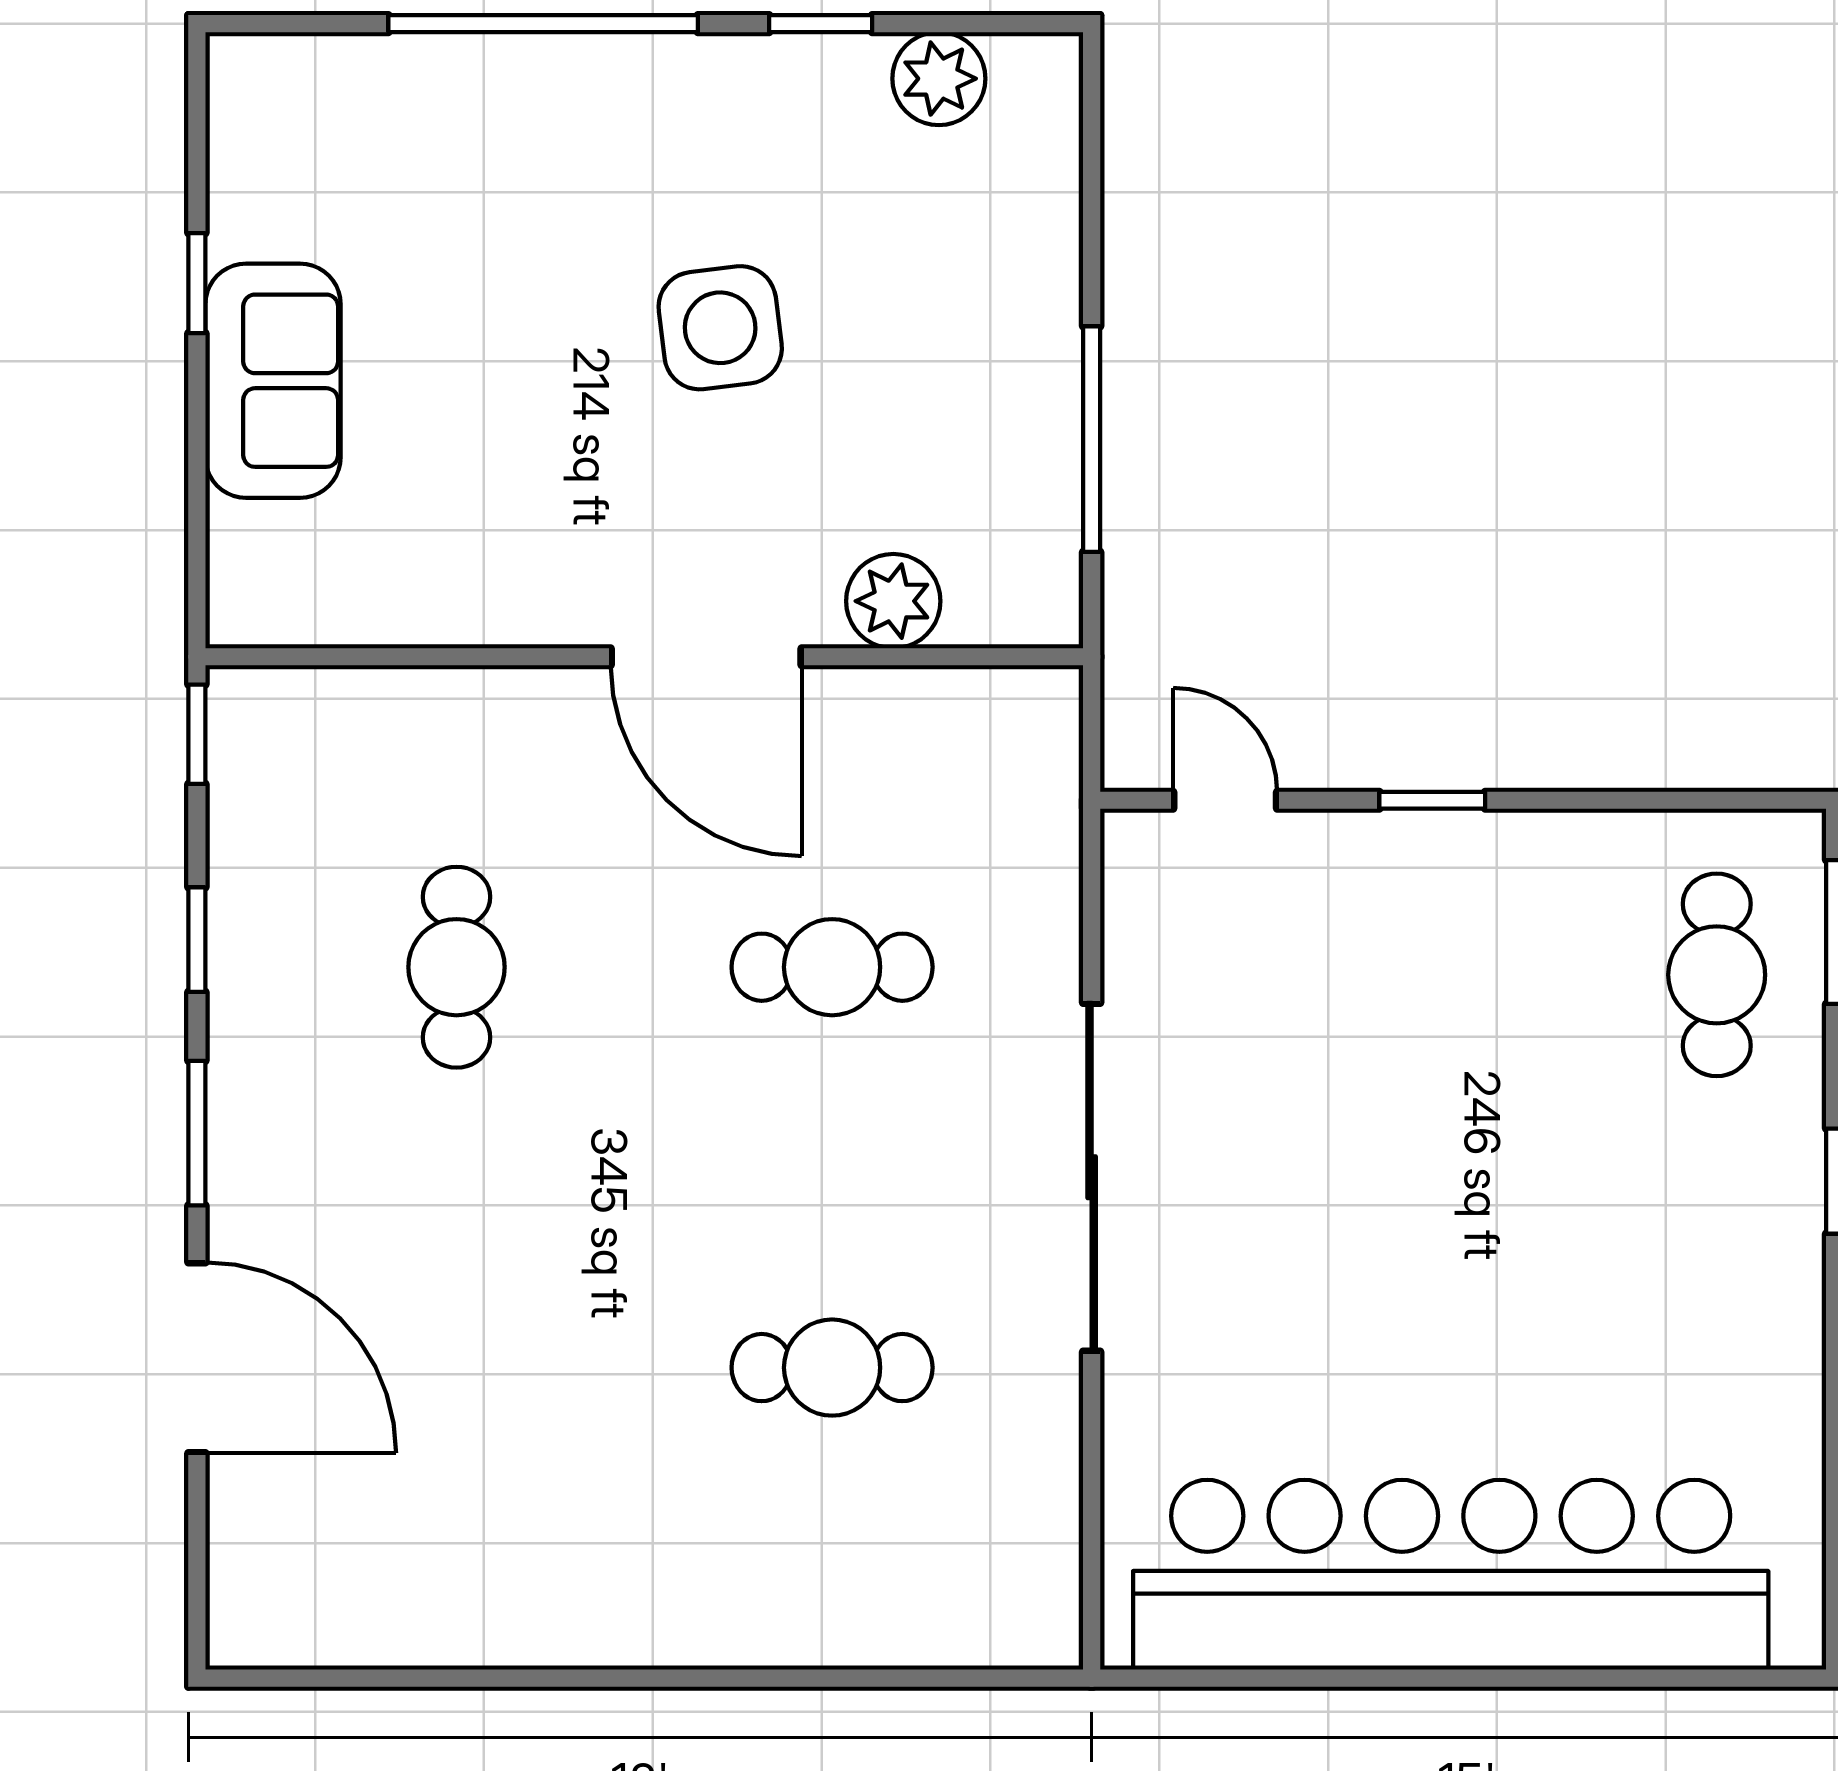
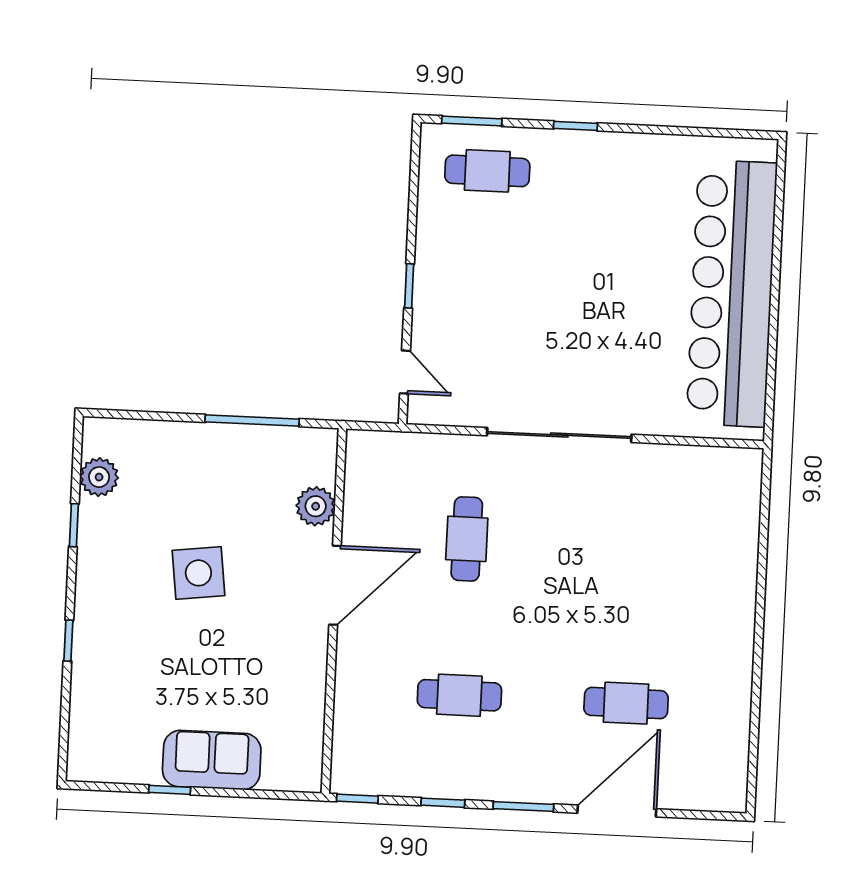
window: (543, 24) -> (68, 641), width x0.32
door: (1225, 800) -> (405, 372), swing flipped
cafe table: (832, 1368) -> (626, 703), moved, turned 90

